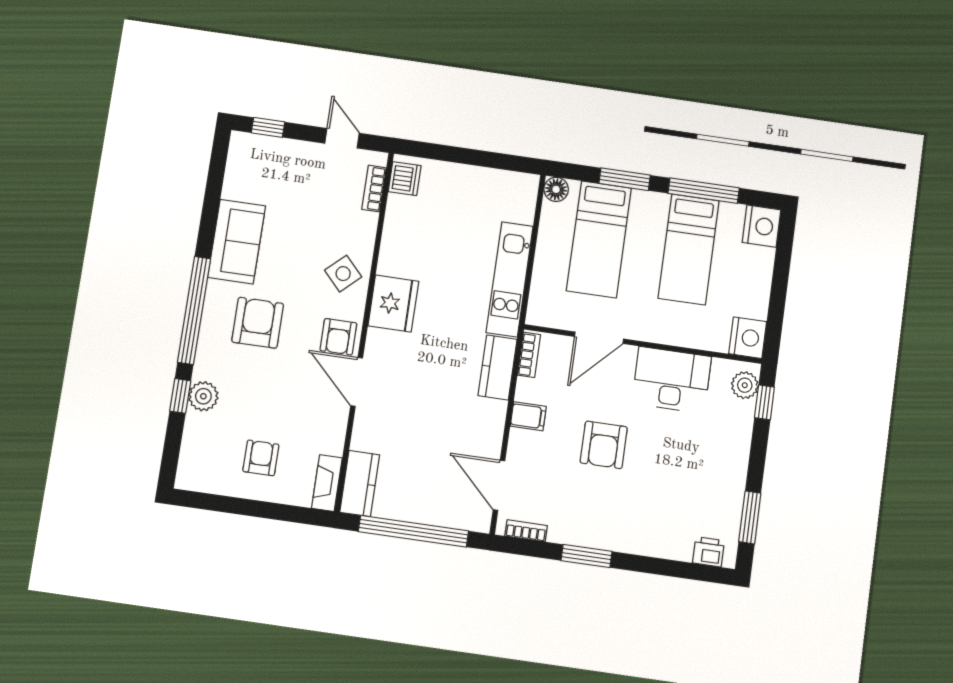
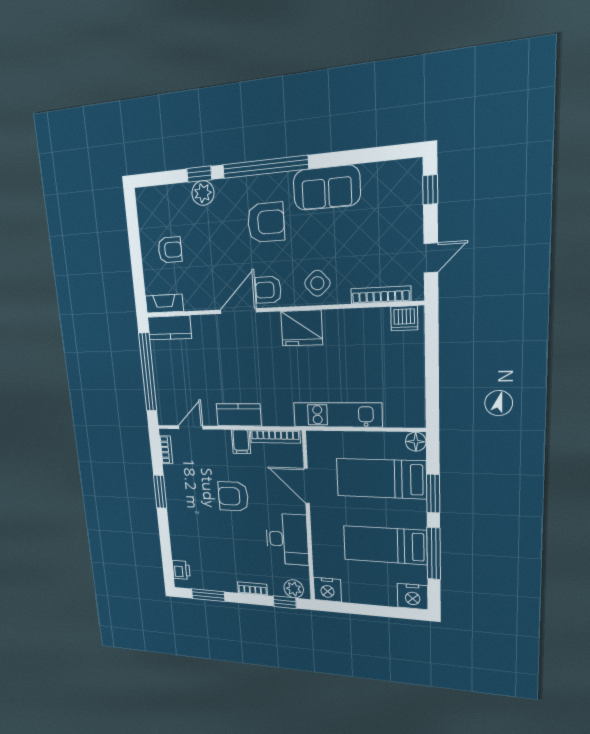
bookcase: (374, 189) -> (381, 295), width x1.56
bookcase: (529, 355) -> (275, 437), width x1.56
kitchen counter: (498, 367) -> (239, 415), moved
bookcase: (742, 446) -> (252, 589), added
door: (499, 485) -> (191, 427), width x0.73

